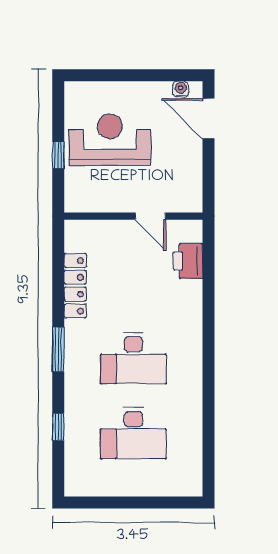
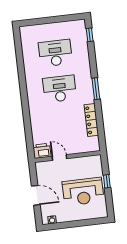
door: (209, 119) -> (36, 195), moved
printer: (188, 261) -> (42, 151), moved, turned -90
window: (58, 427) -> (90, 35), moved

